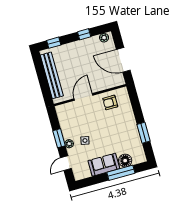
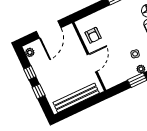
window: (54, 43) -> (39, 91), moved
door: (83, 97) -> (92, 63), swing flipped

